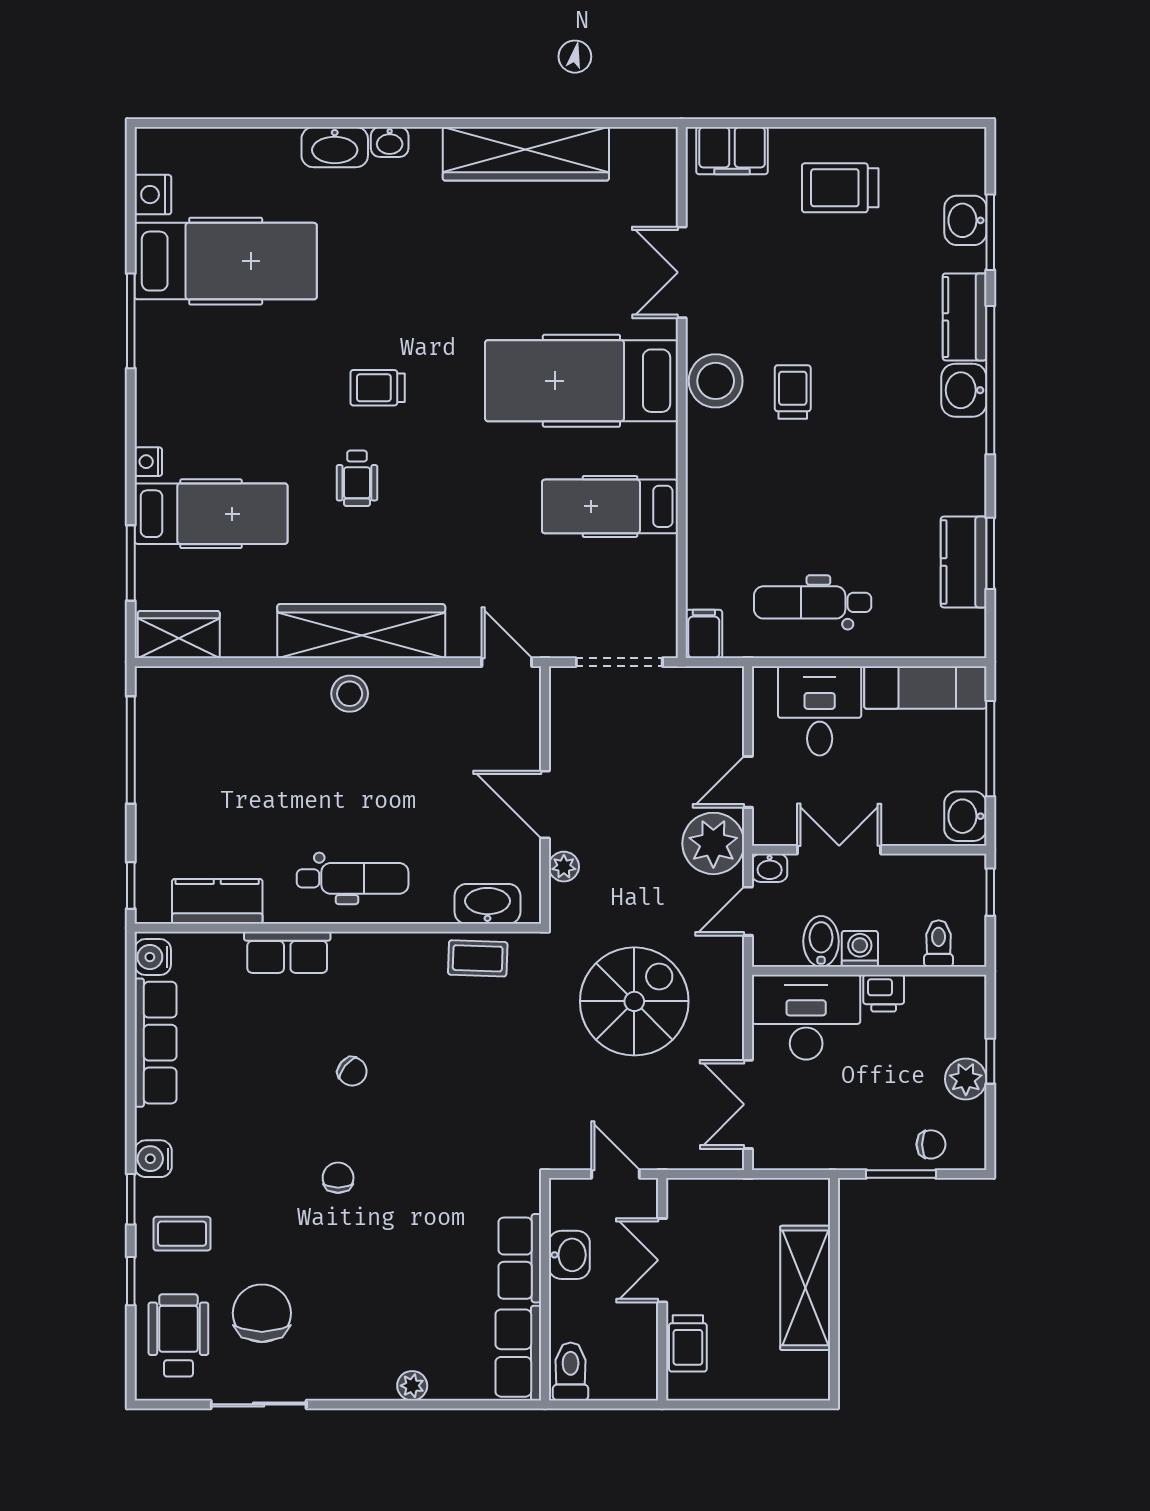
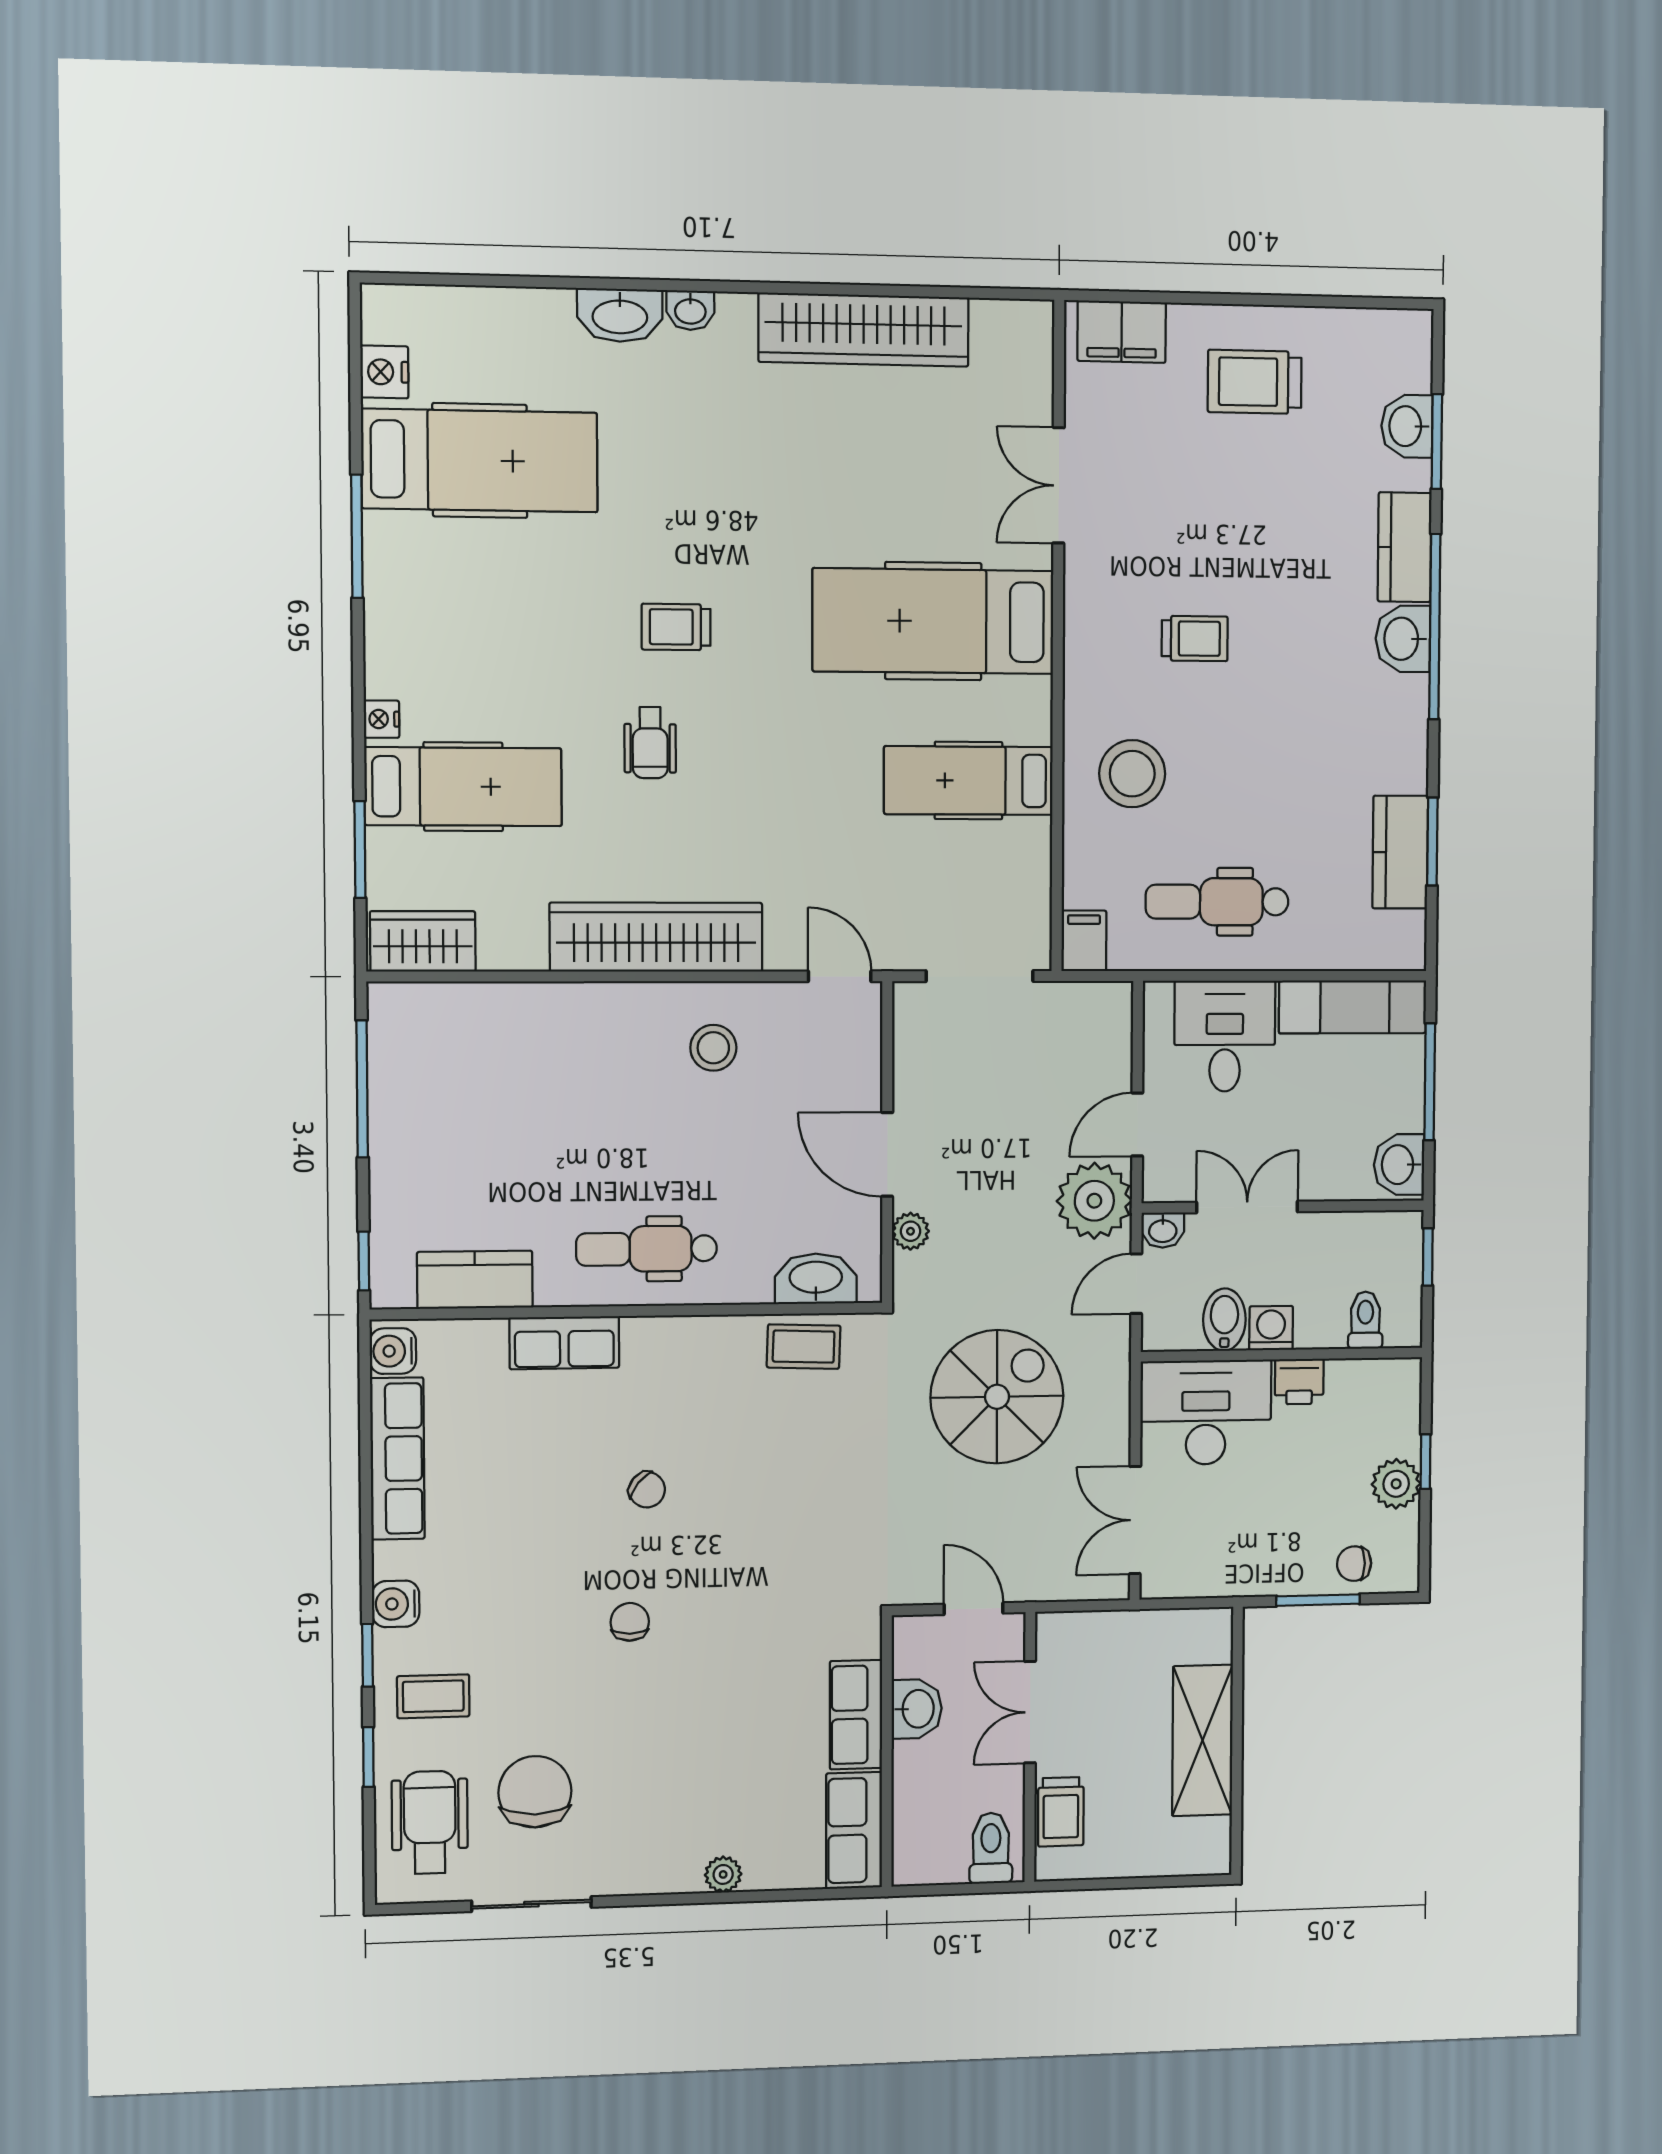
stool: (716, 381) -> (1132, 774), moved
trolley: (793, 392) -> (1195, 639), turned 90
stool: (350, 694) -> (713, 1048), moved
dental chair: (353, 878) -> (647, 1249), turned 180
chair: (931, 1144) -> (1354, 1564), turned 180
toilet: (571, 1371) -> (991, 1848), moved

